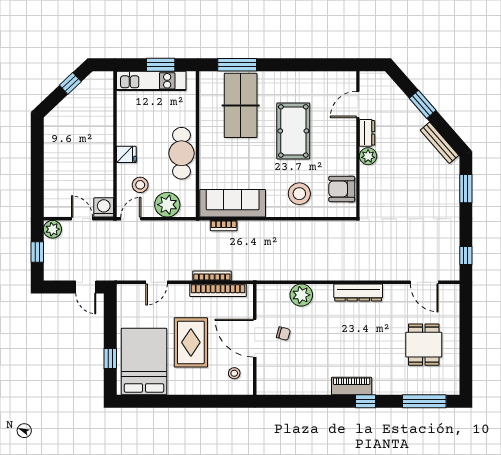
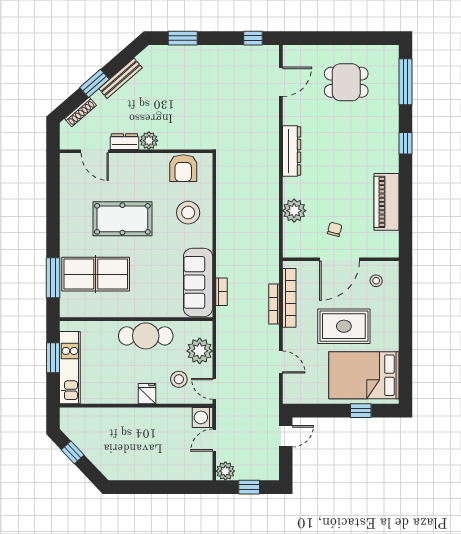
shoe rack: (395, 91) -> (81, 112), added
bench: (439, 143) -> (121, 78), moved
piano: (352, 386) -> (387, 202), moved, width x1.37, depth x1.33

